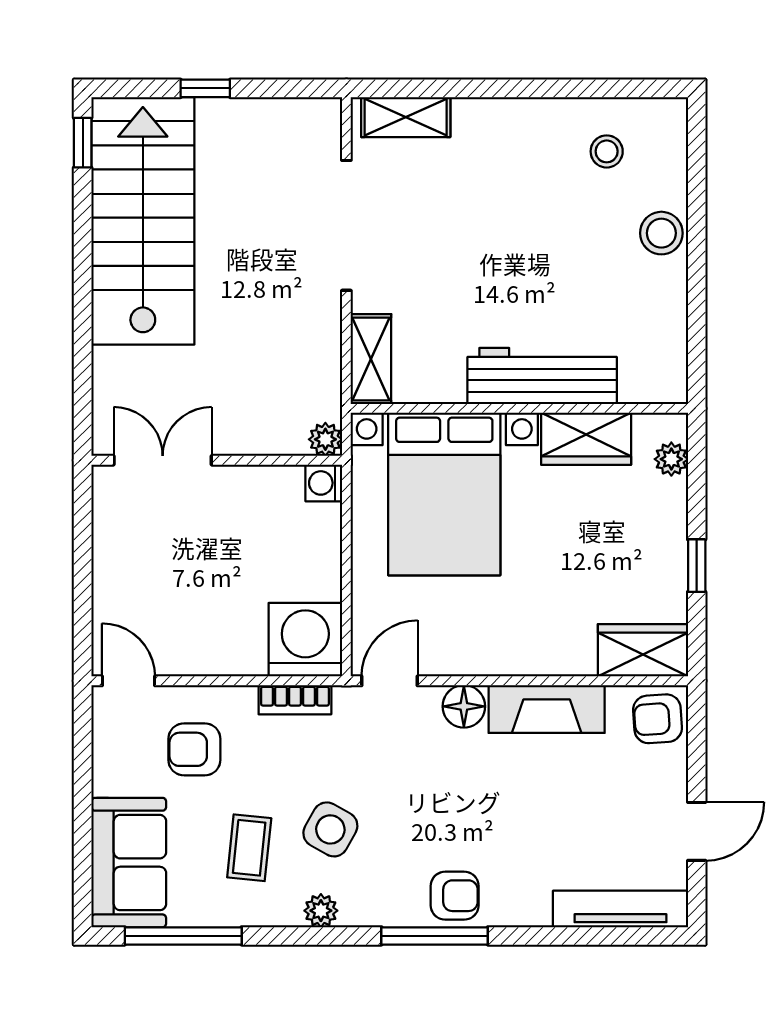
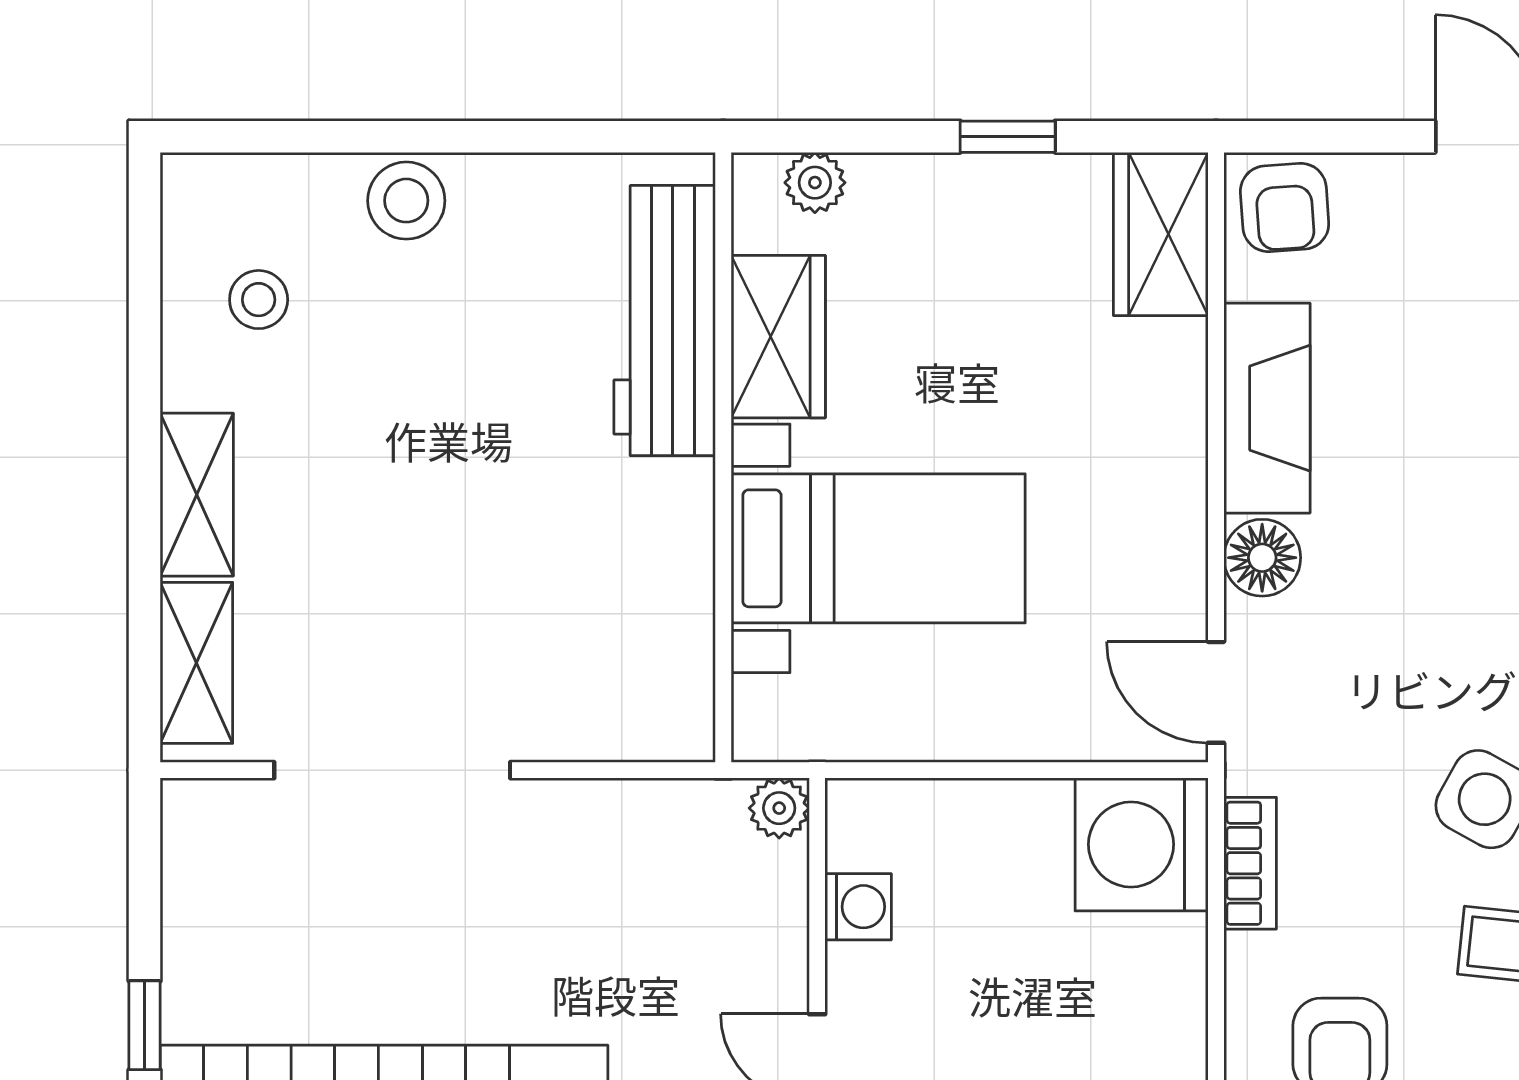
shelving: (371, 359) -> (197, 495), moved, turned 90
workbench: (542, 376) -> (665, 321), moved
washing machine: (324, 483) -> (858, 907), moved, turned -90
bed with nightstands: (444, 494) -> (878, 548), width x0.73

